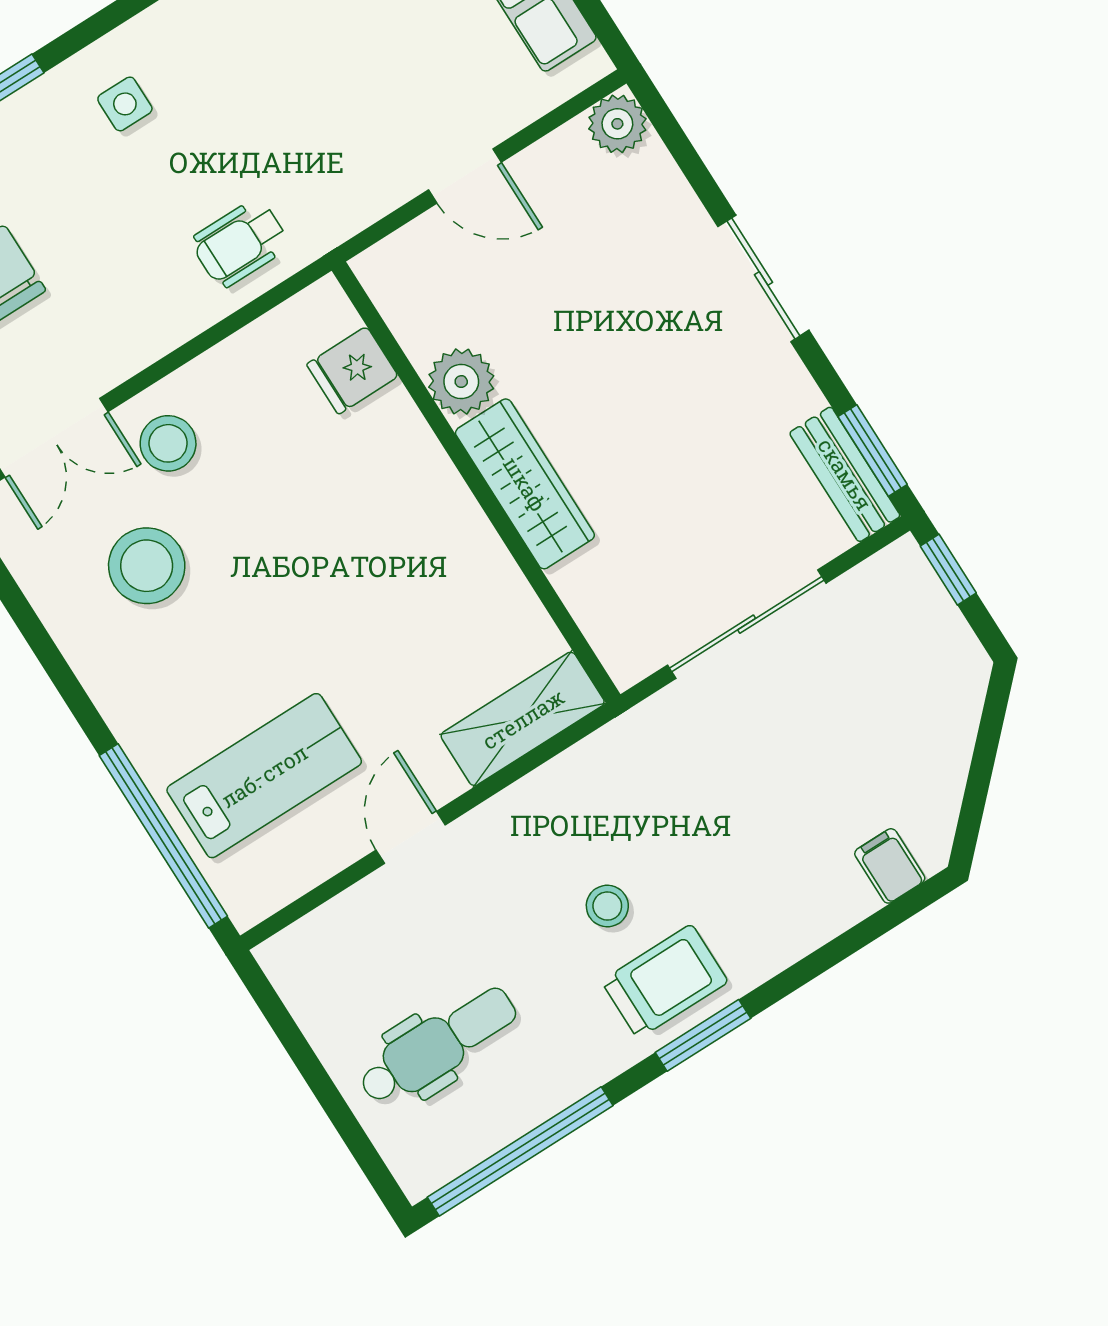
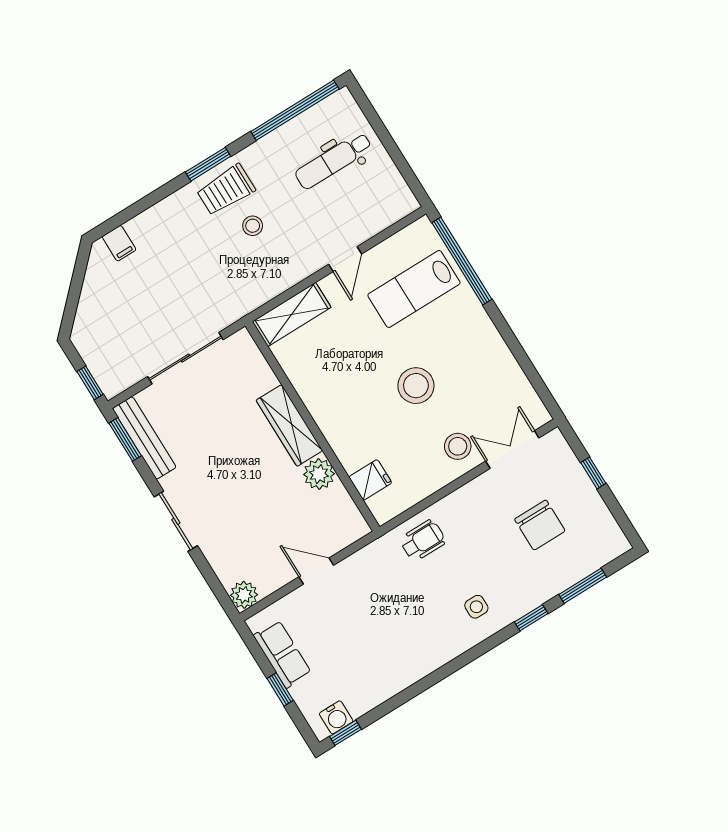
bench: (845, 474) -> (144, 438), width x1.36
stool: (147, 566) -> (416, 386), moved

